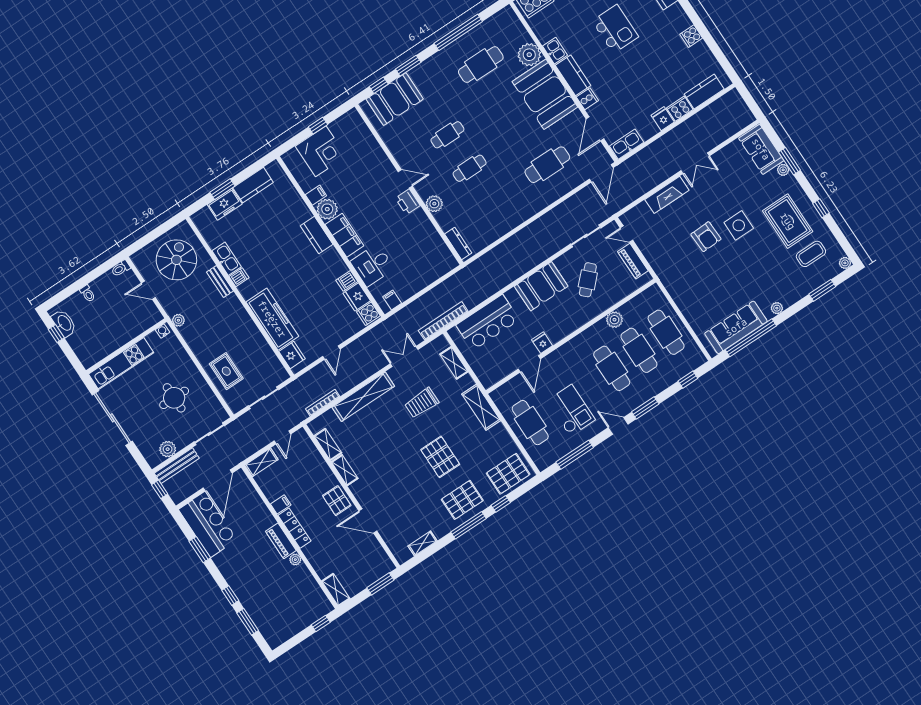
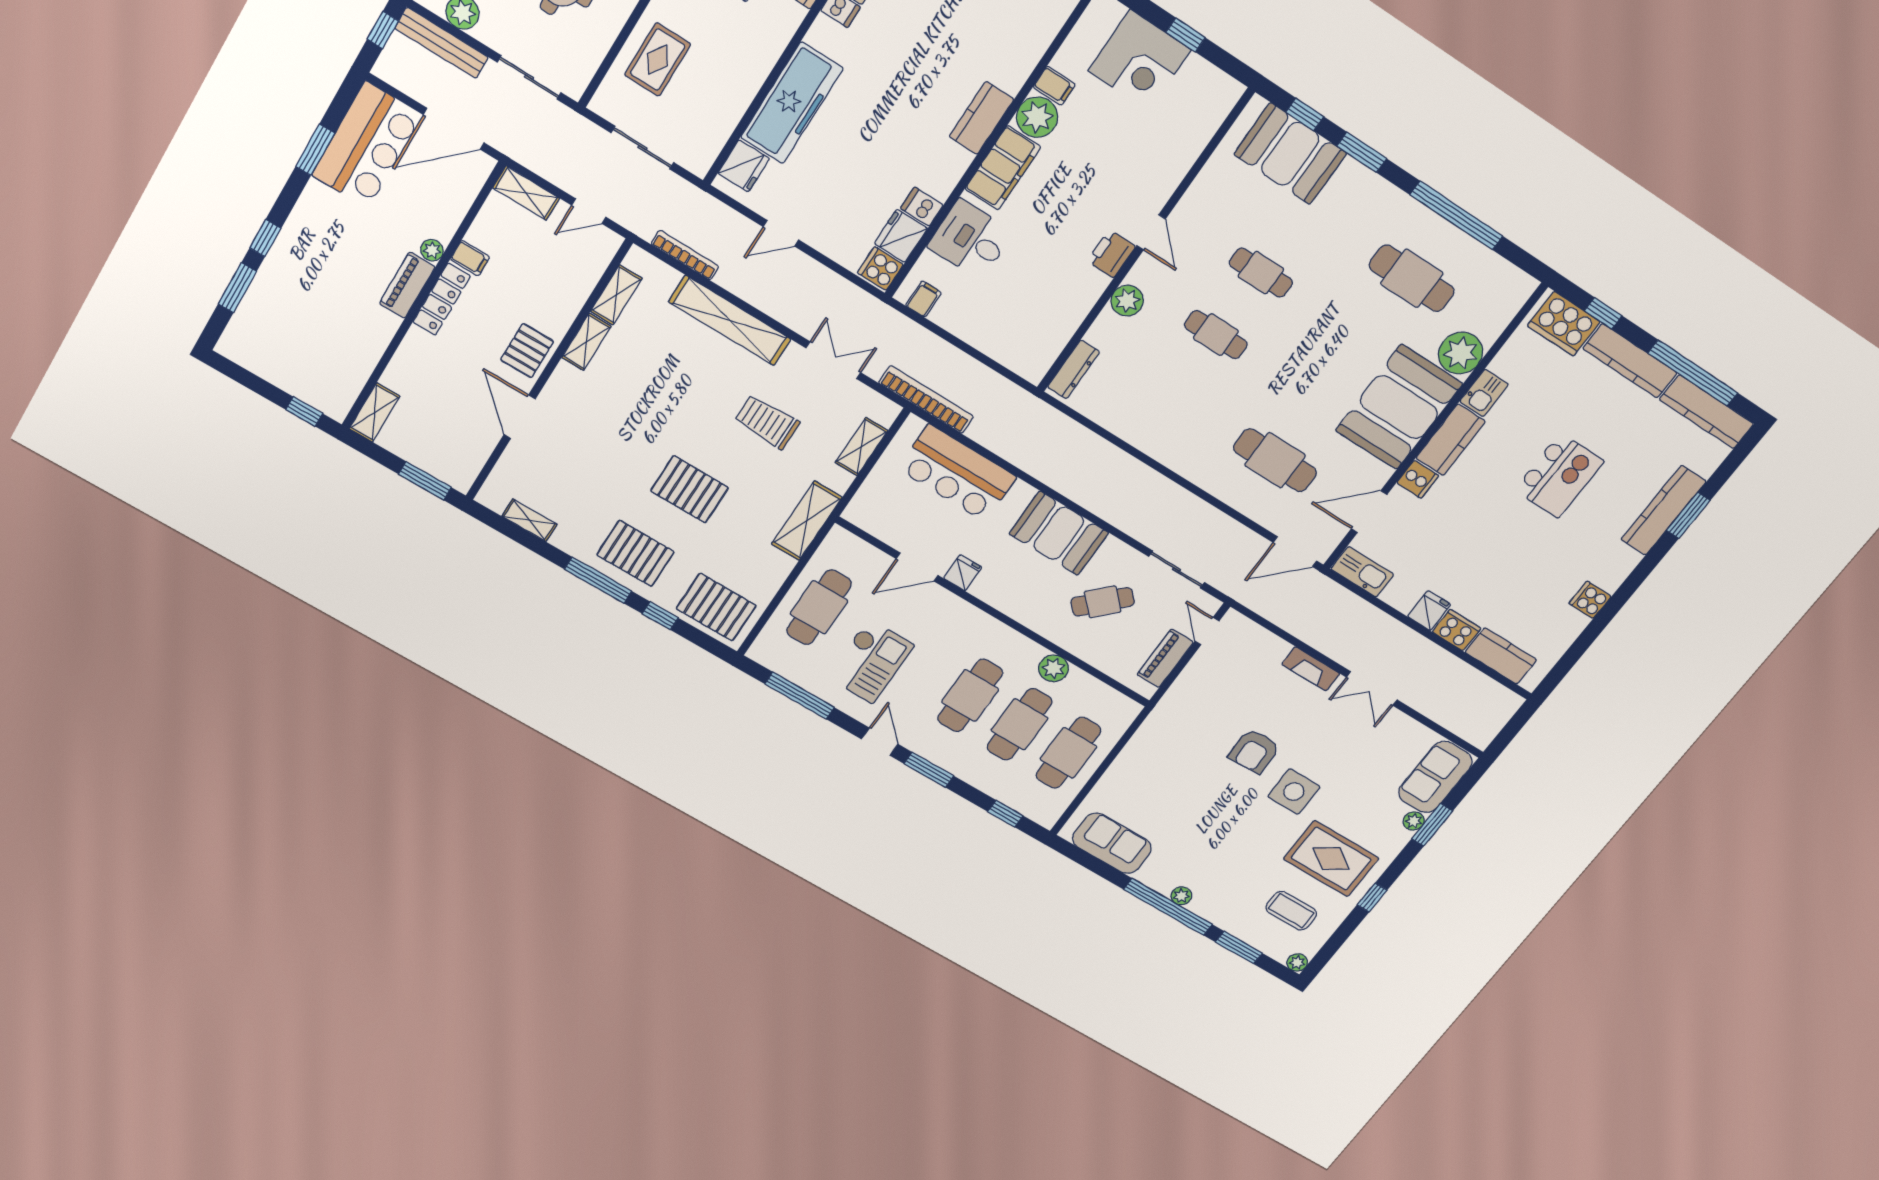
fireplace: (667, 195) -> (1311, 669), width x0.73, depth x0.76
rug: (788, 221) -> (1331, 859), turned 90
sofa: (736, 327) -> (1112, 843), width x0.73
window: (751, 338) -> (1168, 907), moved
pallet: (440, 457) -> (690, 489), turned 90
plant: (295, 560) -> (432, 250), moved

